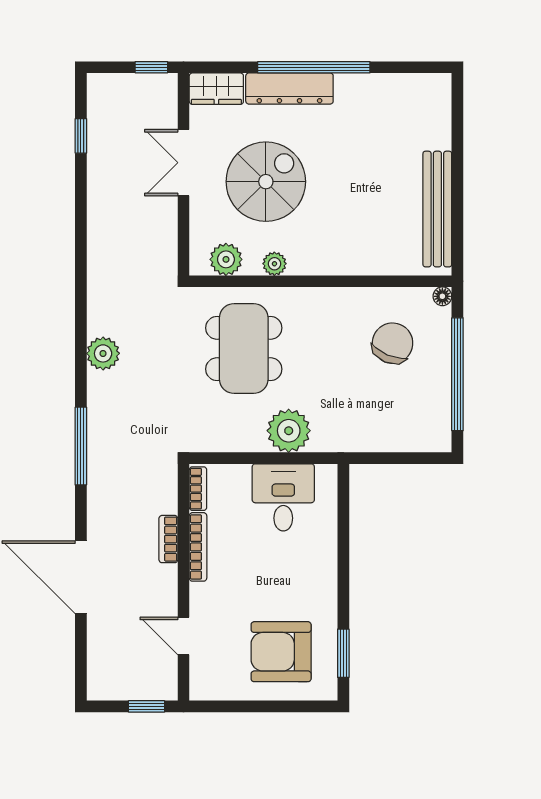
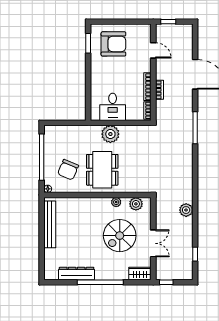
dresser: (289, 89) -> (77, 274), moved
dining table: (244, 348) -> (102, 170), moved
plant: (103, 353) -> (186, 210), moved

